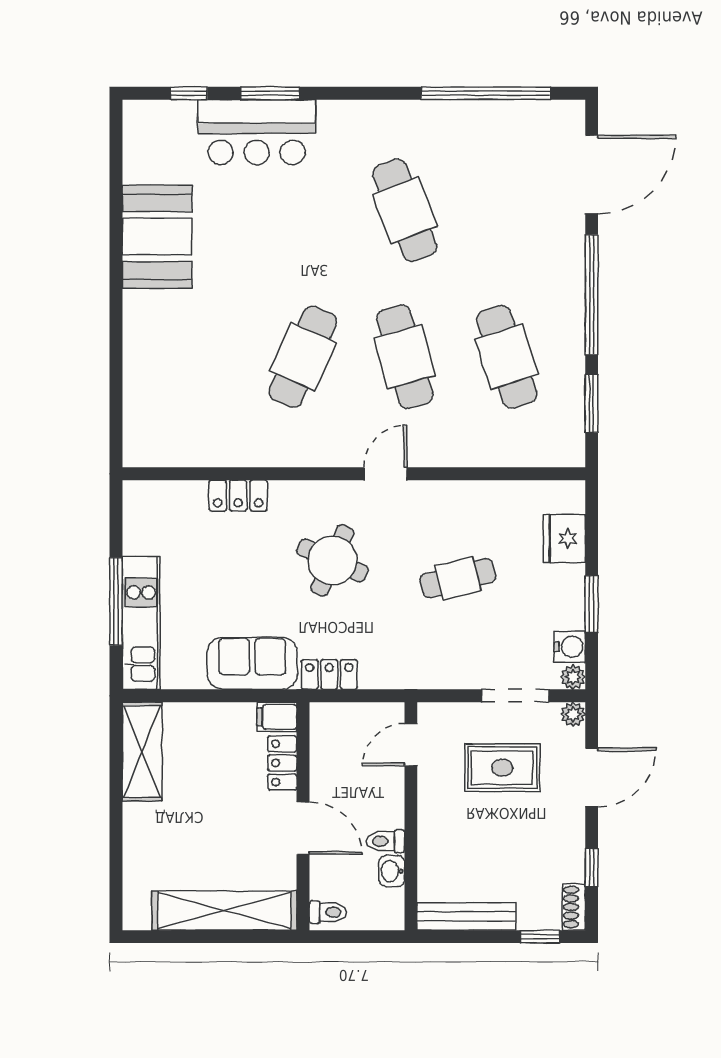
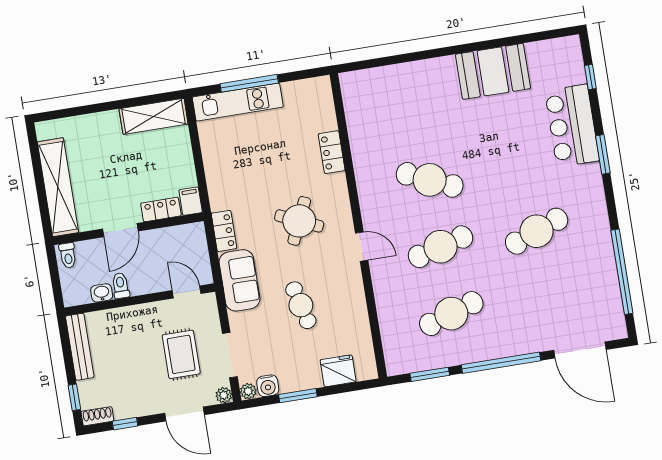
window: (270, 93) -> (603, 154), moved
sofa: (252, 663) -> (239, 280), moved

